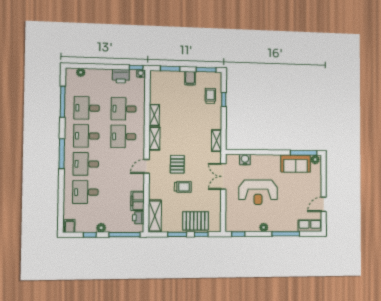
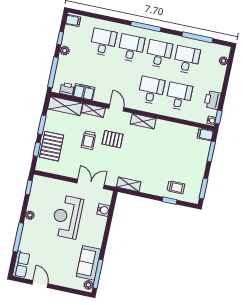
filing cabinet: (190, 78) -> (205, 134), moved
shelving: (154, 115) -> (93, 110), moved

